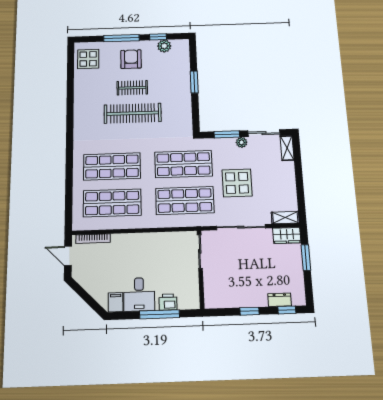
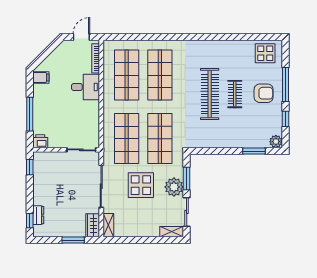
plant: (164, 46) -> (276, 142), moved
window: (194, 82) -> (254, 151), moved
plant: (242, 142) -> (174, 187), width x1.87, depth x1.87
desk: (139, 294) -> (86, 87), moved, turned 180
printer: (168, 302) -> (40, 141), moved, turned -90
window: (249, 311) -> (30, 167), moved

